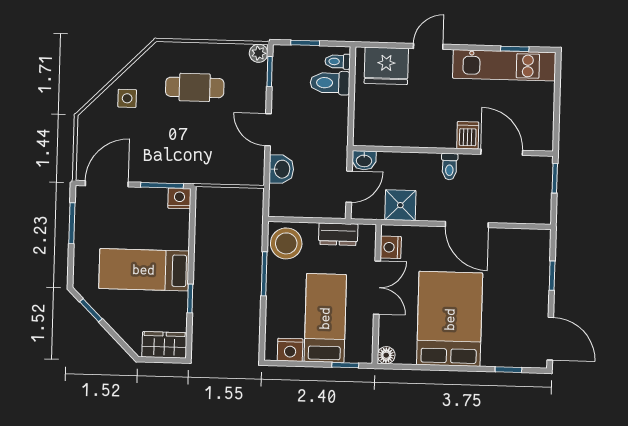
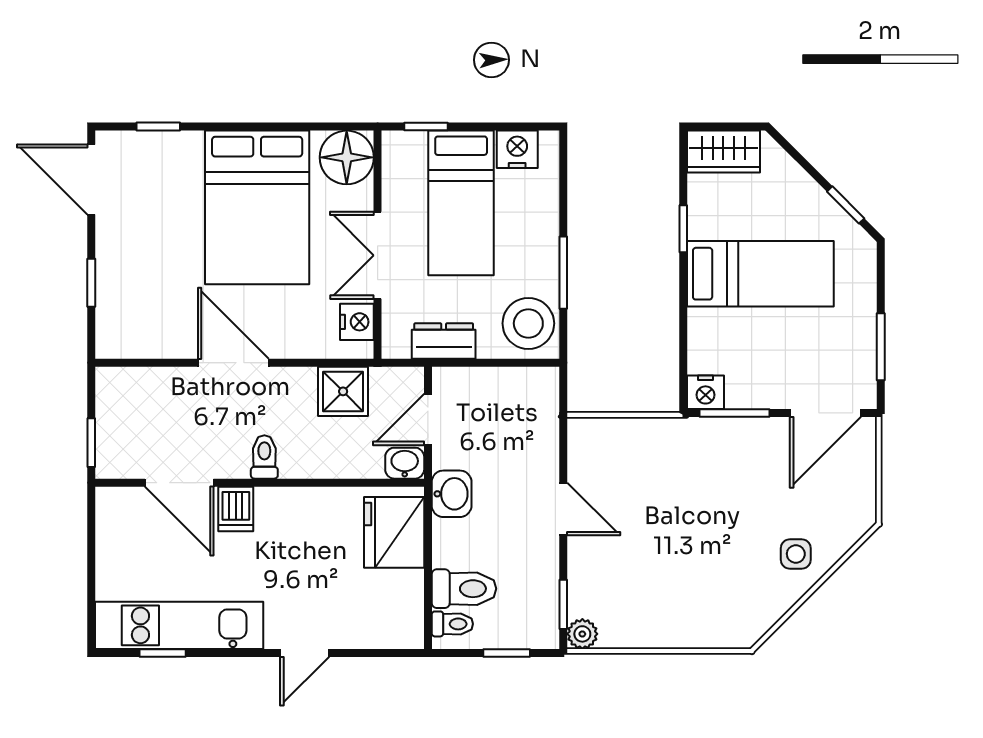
fridge: (386, 66) -> (394, 532), moved, turned -90
cafe table: (195, 87) -> (686, 575), removed
washbasin: (281, 169) -> (452, 494), moved, turned 180
floor lamp: (386, 355) -> (347, 157), width x1.89, depth x1.89

